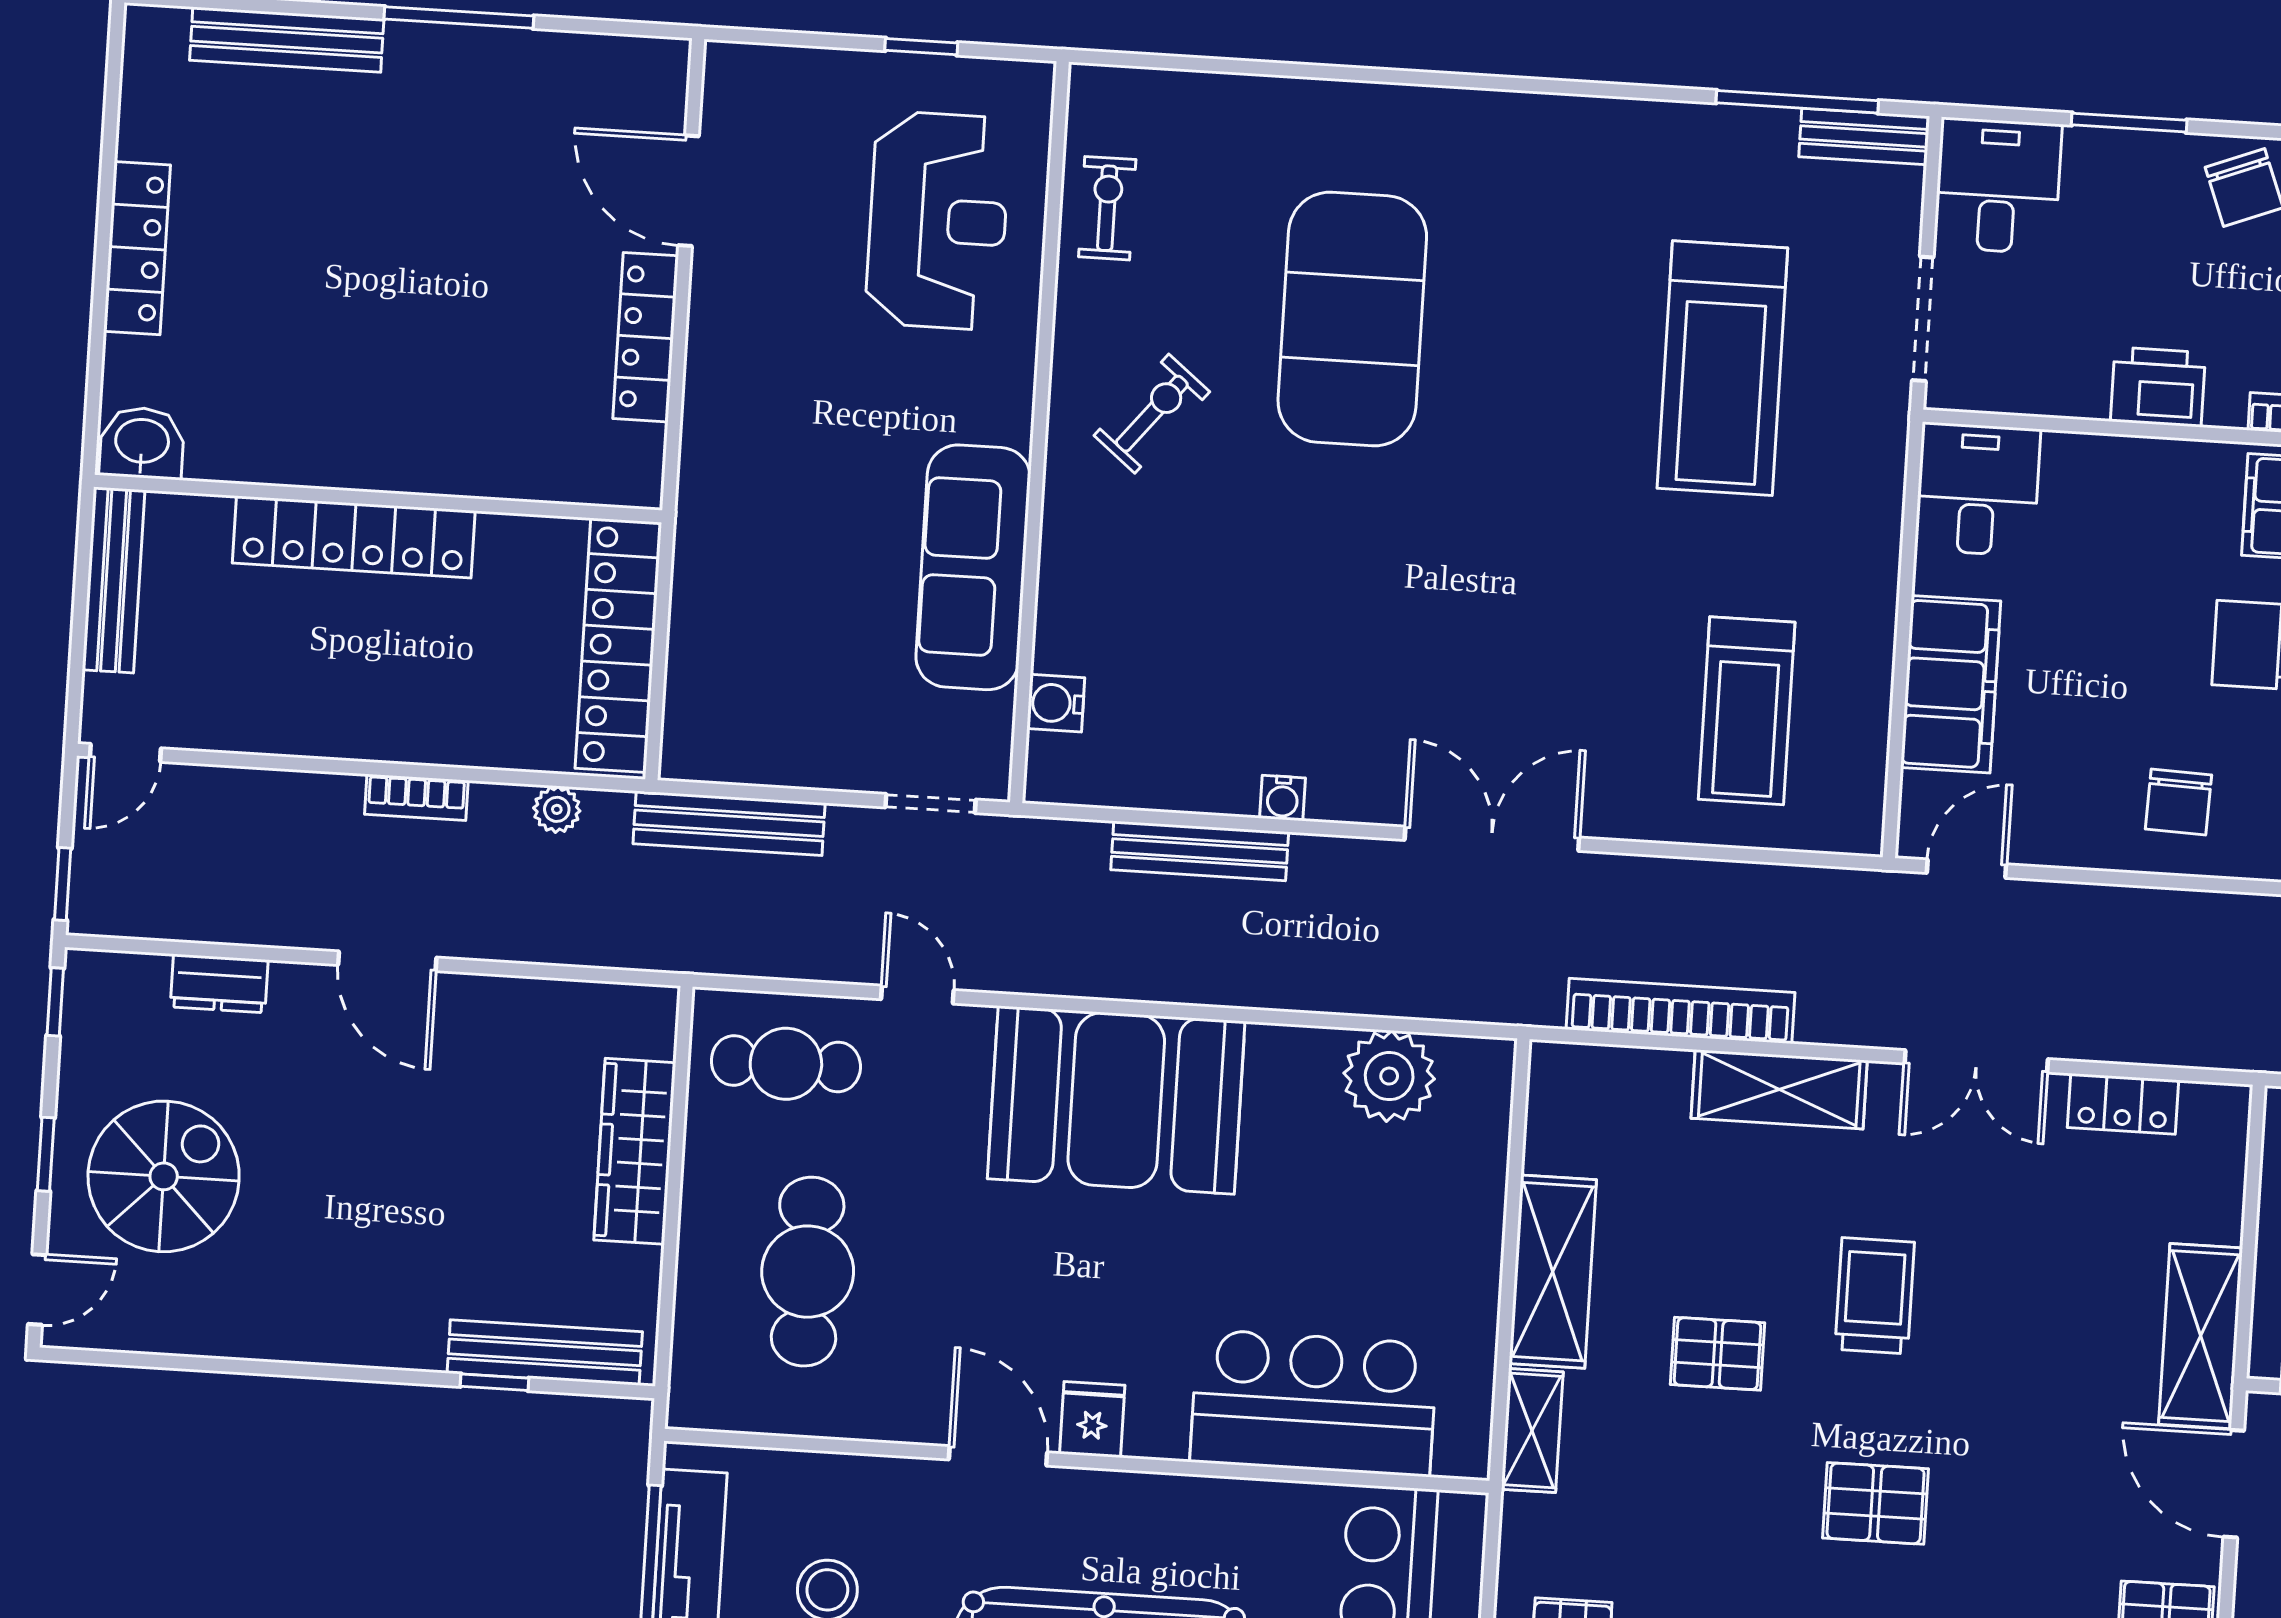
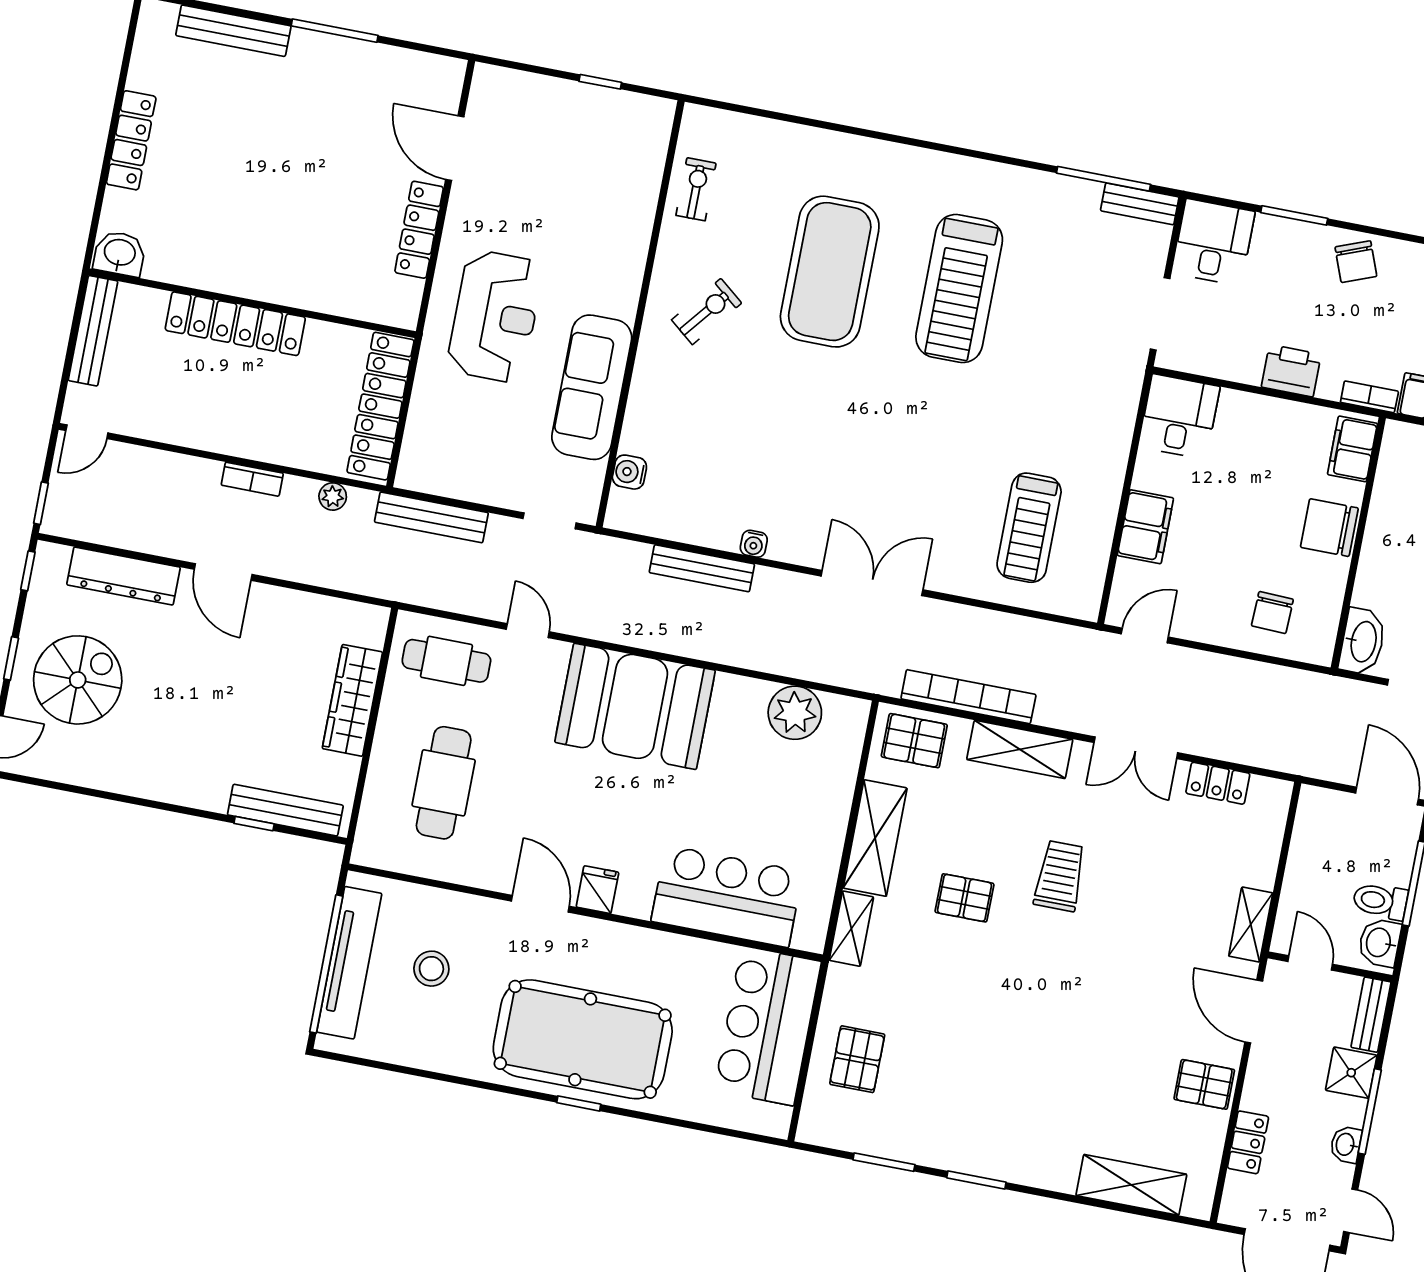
reception desk: (938, 221) -> (495, 316), moved
treadmill: (1722, 368) -> (959, 289), moved
filing cabinet: (1951, 684) -> (1145, 527), width x0.67, depth x0.86
dresser: (219, 983) -> (123, 576), width x1.96, depth x1.24
shelving: (2201, 1336) -> (1251, 925), width x0.67, depth x0.75
pallet: (1876, 1503) -> (914, 741), moved

